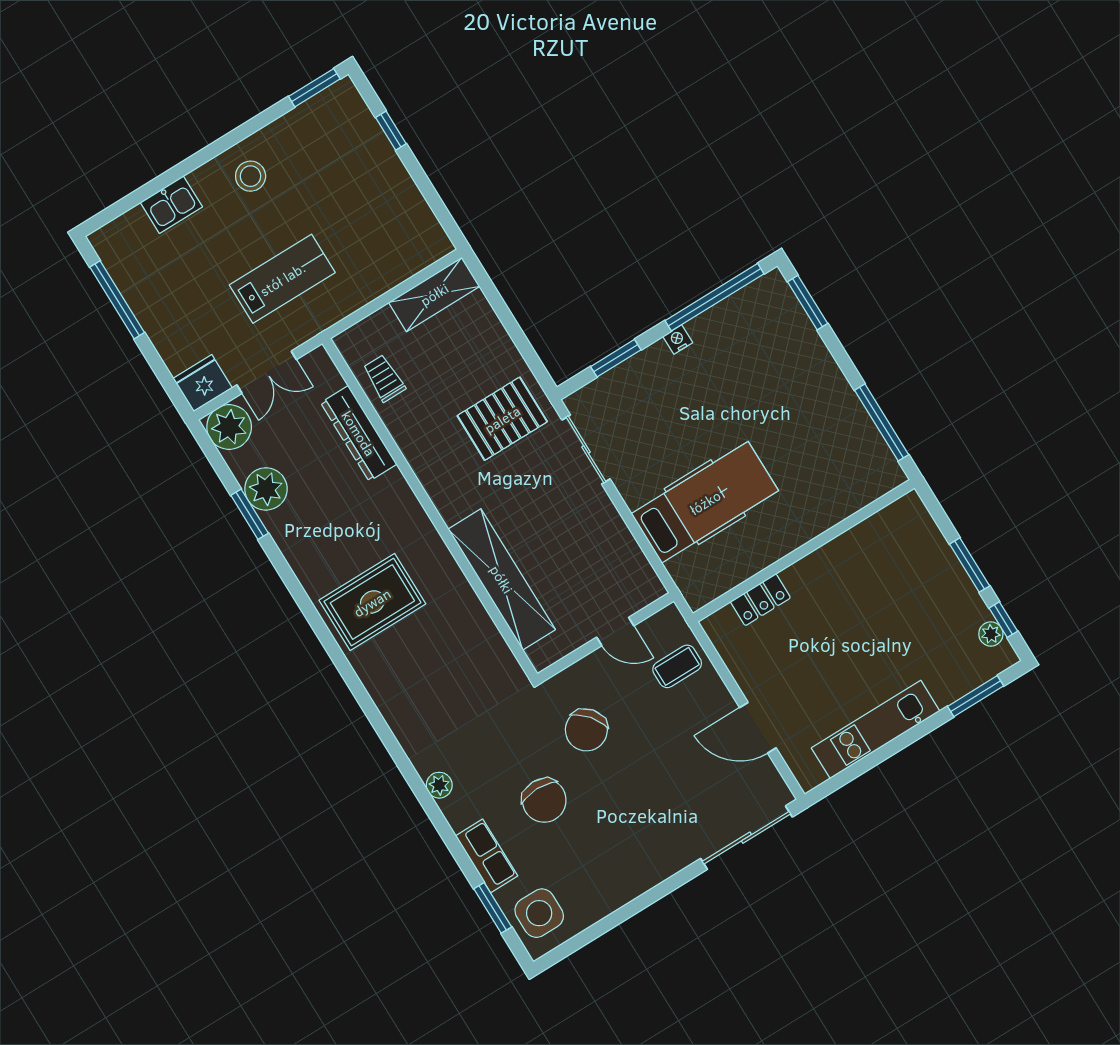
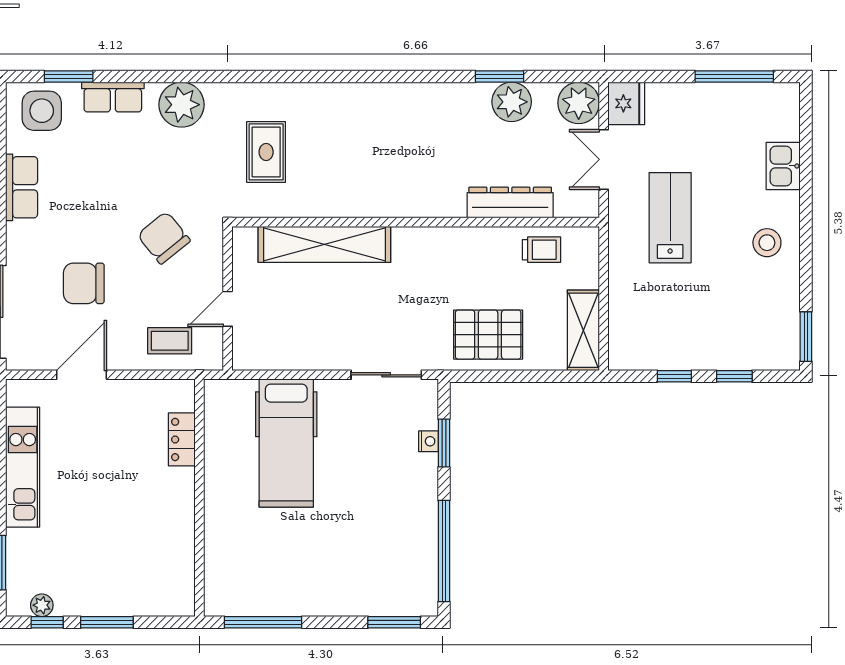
window: (425, 185) -> (674, 376), added
lab bench: (282, 279) -> (670, 218), turned 180
nightstand: (678, 339) -> (428, 441), moved
pallet: (502, 419) -> (488, 335), moved, turned 90
rug: (372, 602) -> (266, 152), moved, width x0.73, depth x0.70
coffee table: (677, 666) -> (170, 341), turned 90
plant: (439, 785) -> (182, 105), width x1.88, depth x1.88
chair: (544, 800) -> (84, 283), moved
row of seats: (620, 888) -> (22, 187), added

